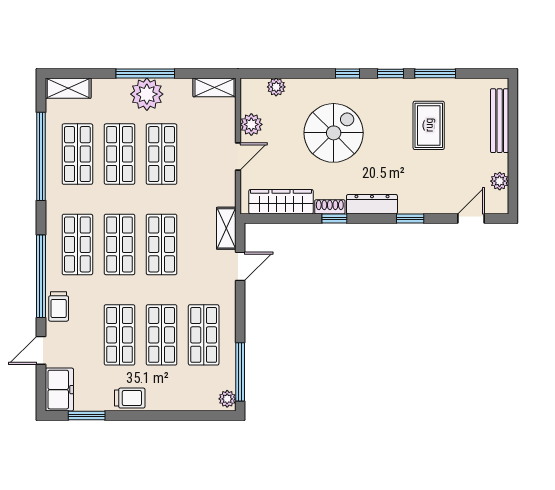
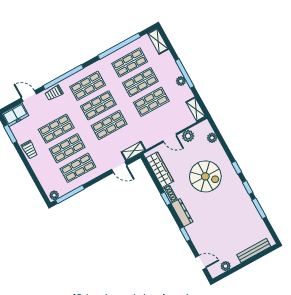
plant: (147, 94) -> (181, 81), width x0.53, depth x0.53
rug: (429, 125) -> (233, 219), removed

